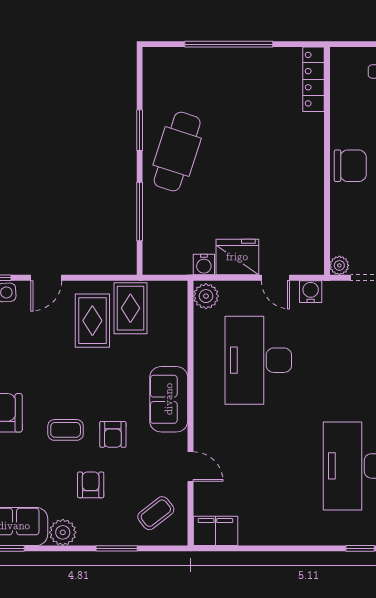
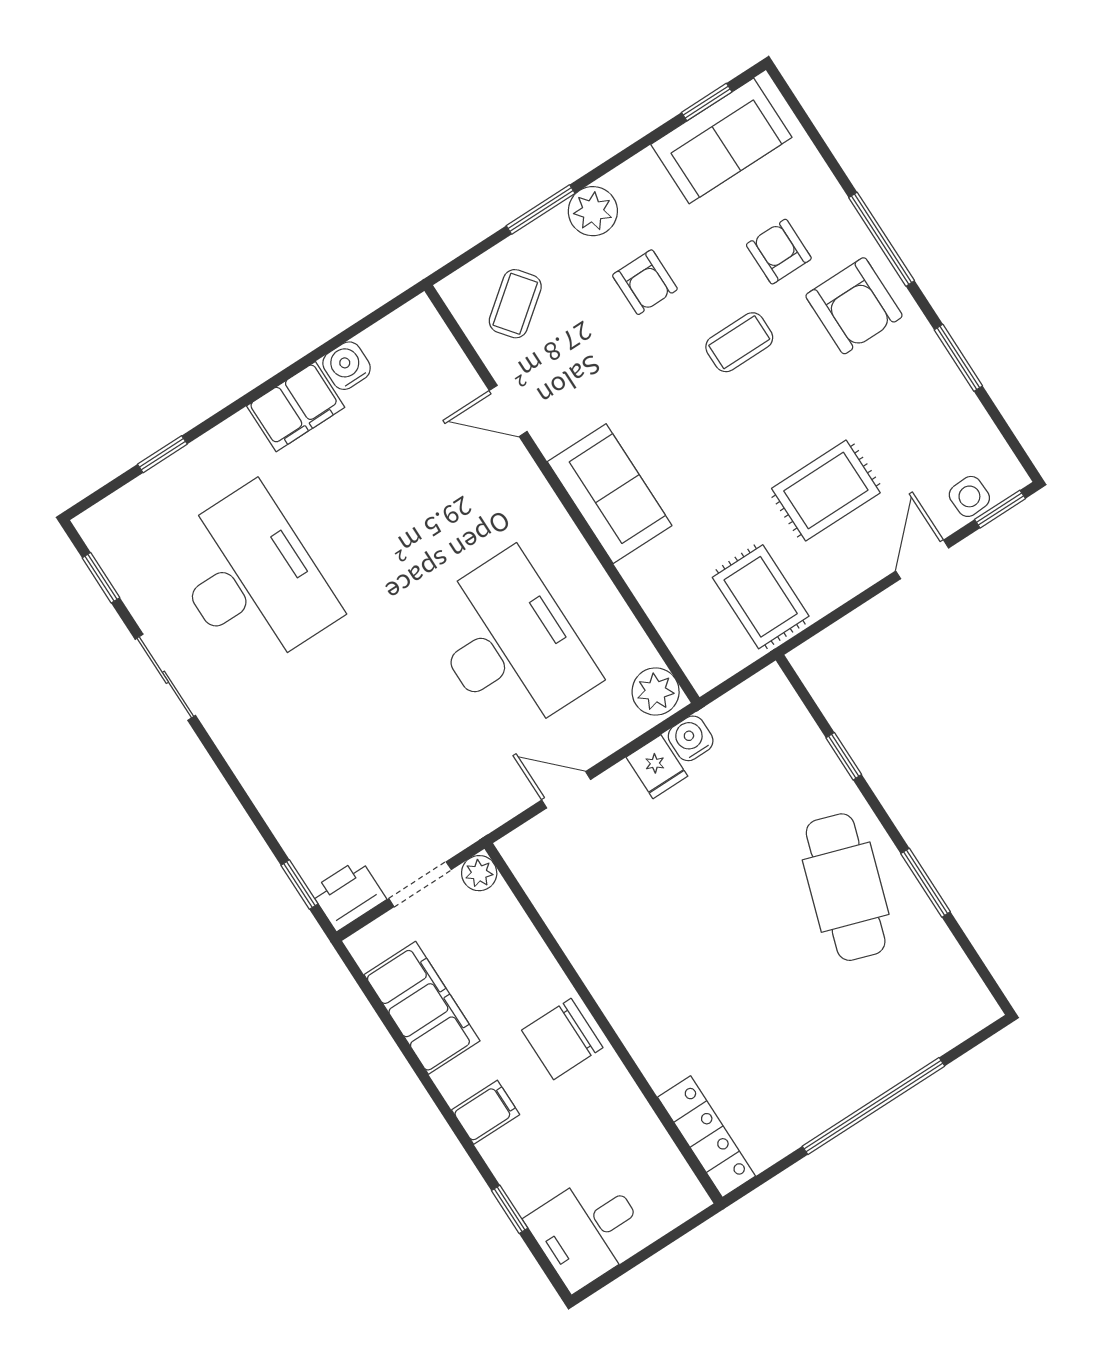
window: (140, 211) -> (844, 756), width x0.46
fridge: (237, 257) -> (657, 767), width x0.53, depth x0.75
water cooler: (311, 292) -> (347, 366), moved, turned 180
rug: (92, 321) -> (826, 491), moved, turned 90
armchair: (113, 434) -> (779, 252), moved
filing cabinet: (215, 531) -> (296, 407), moved
plant: (63, 532) -> (593, 211), moved

